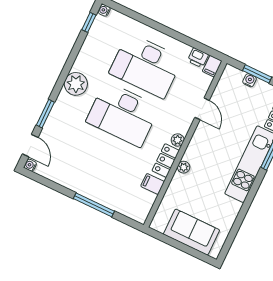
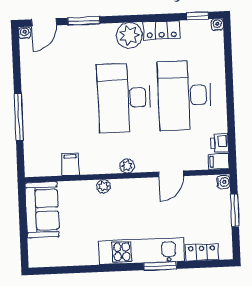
water cooler: (250, 80) -> (223, 182), moved
locker: (166, 161) -> (162, 30), moved, turned 180
sofa: (191, 232) -> (42, 210), moved

